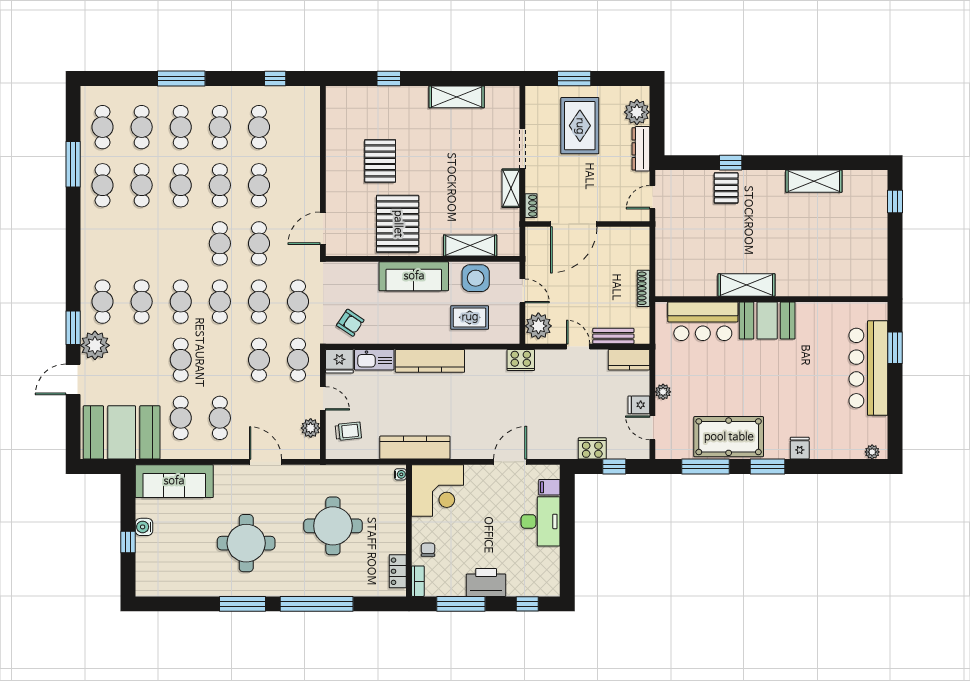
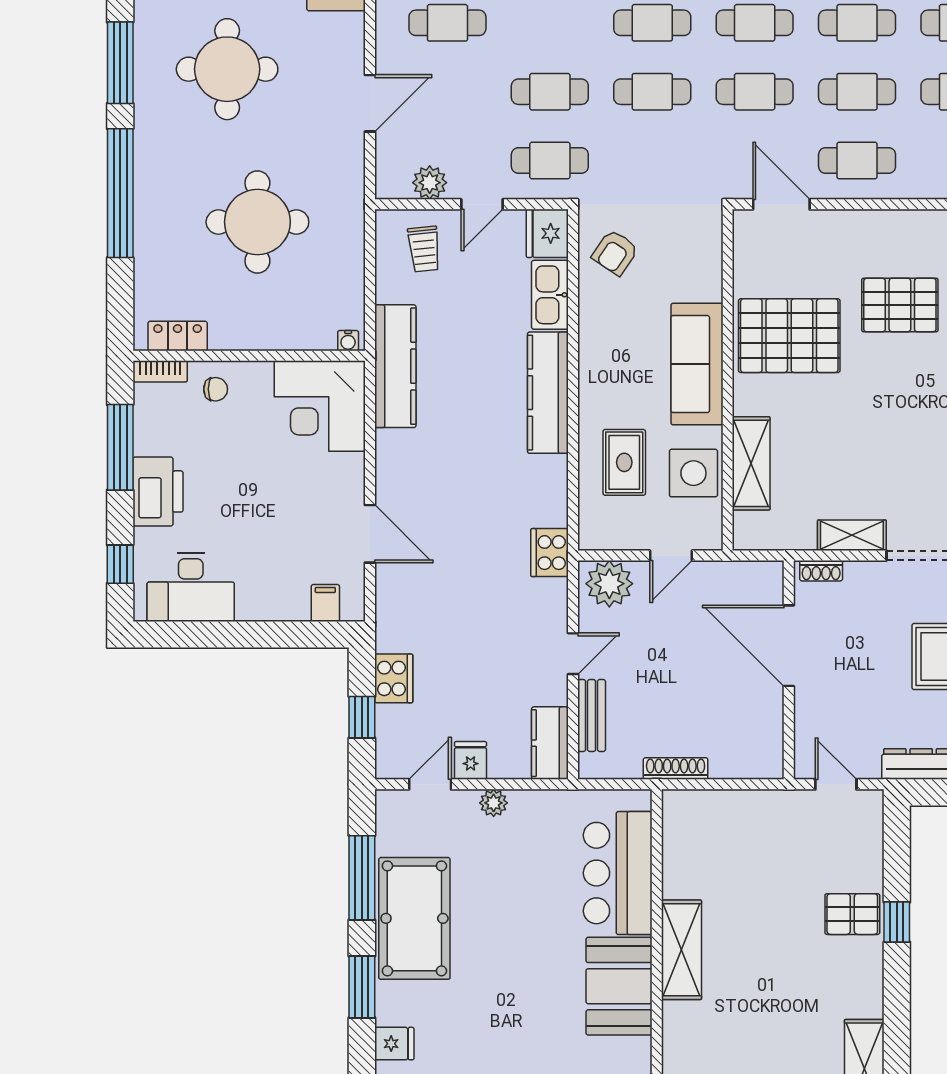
cafe table: (298, 302) -> (857, 161), moved
desk: (541, 521) -> (191, 587), moved

